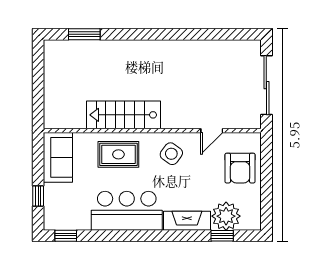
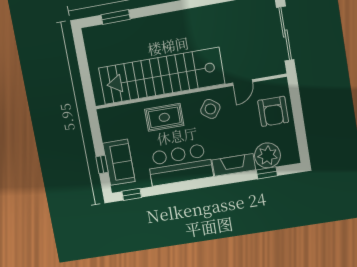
stairs: (123, 115) -> (162, 76), width x1.86, depth x1.51
sofa: (58, 157) -> (119, 162), moved

